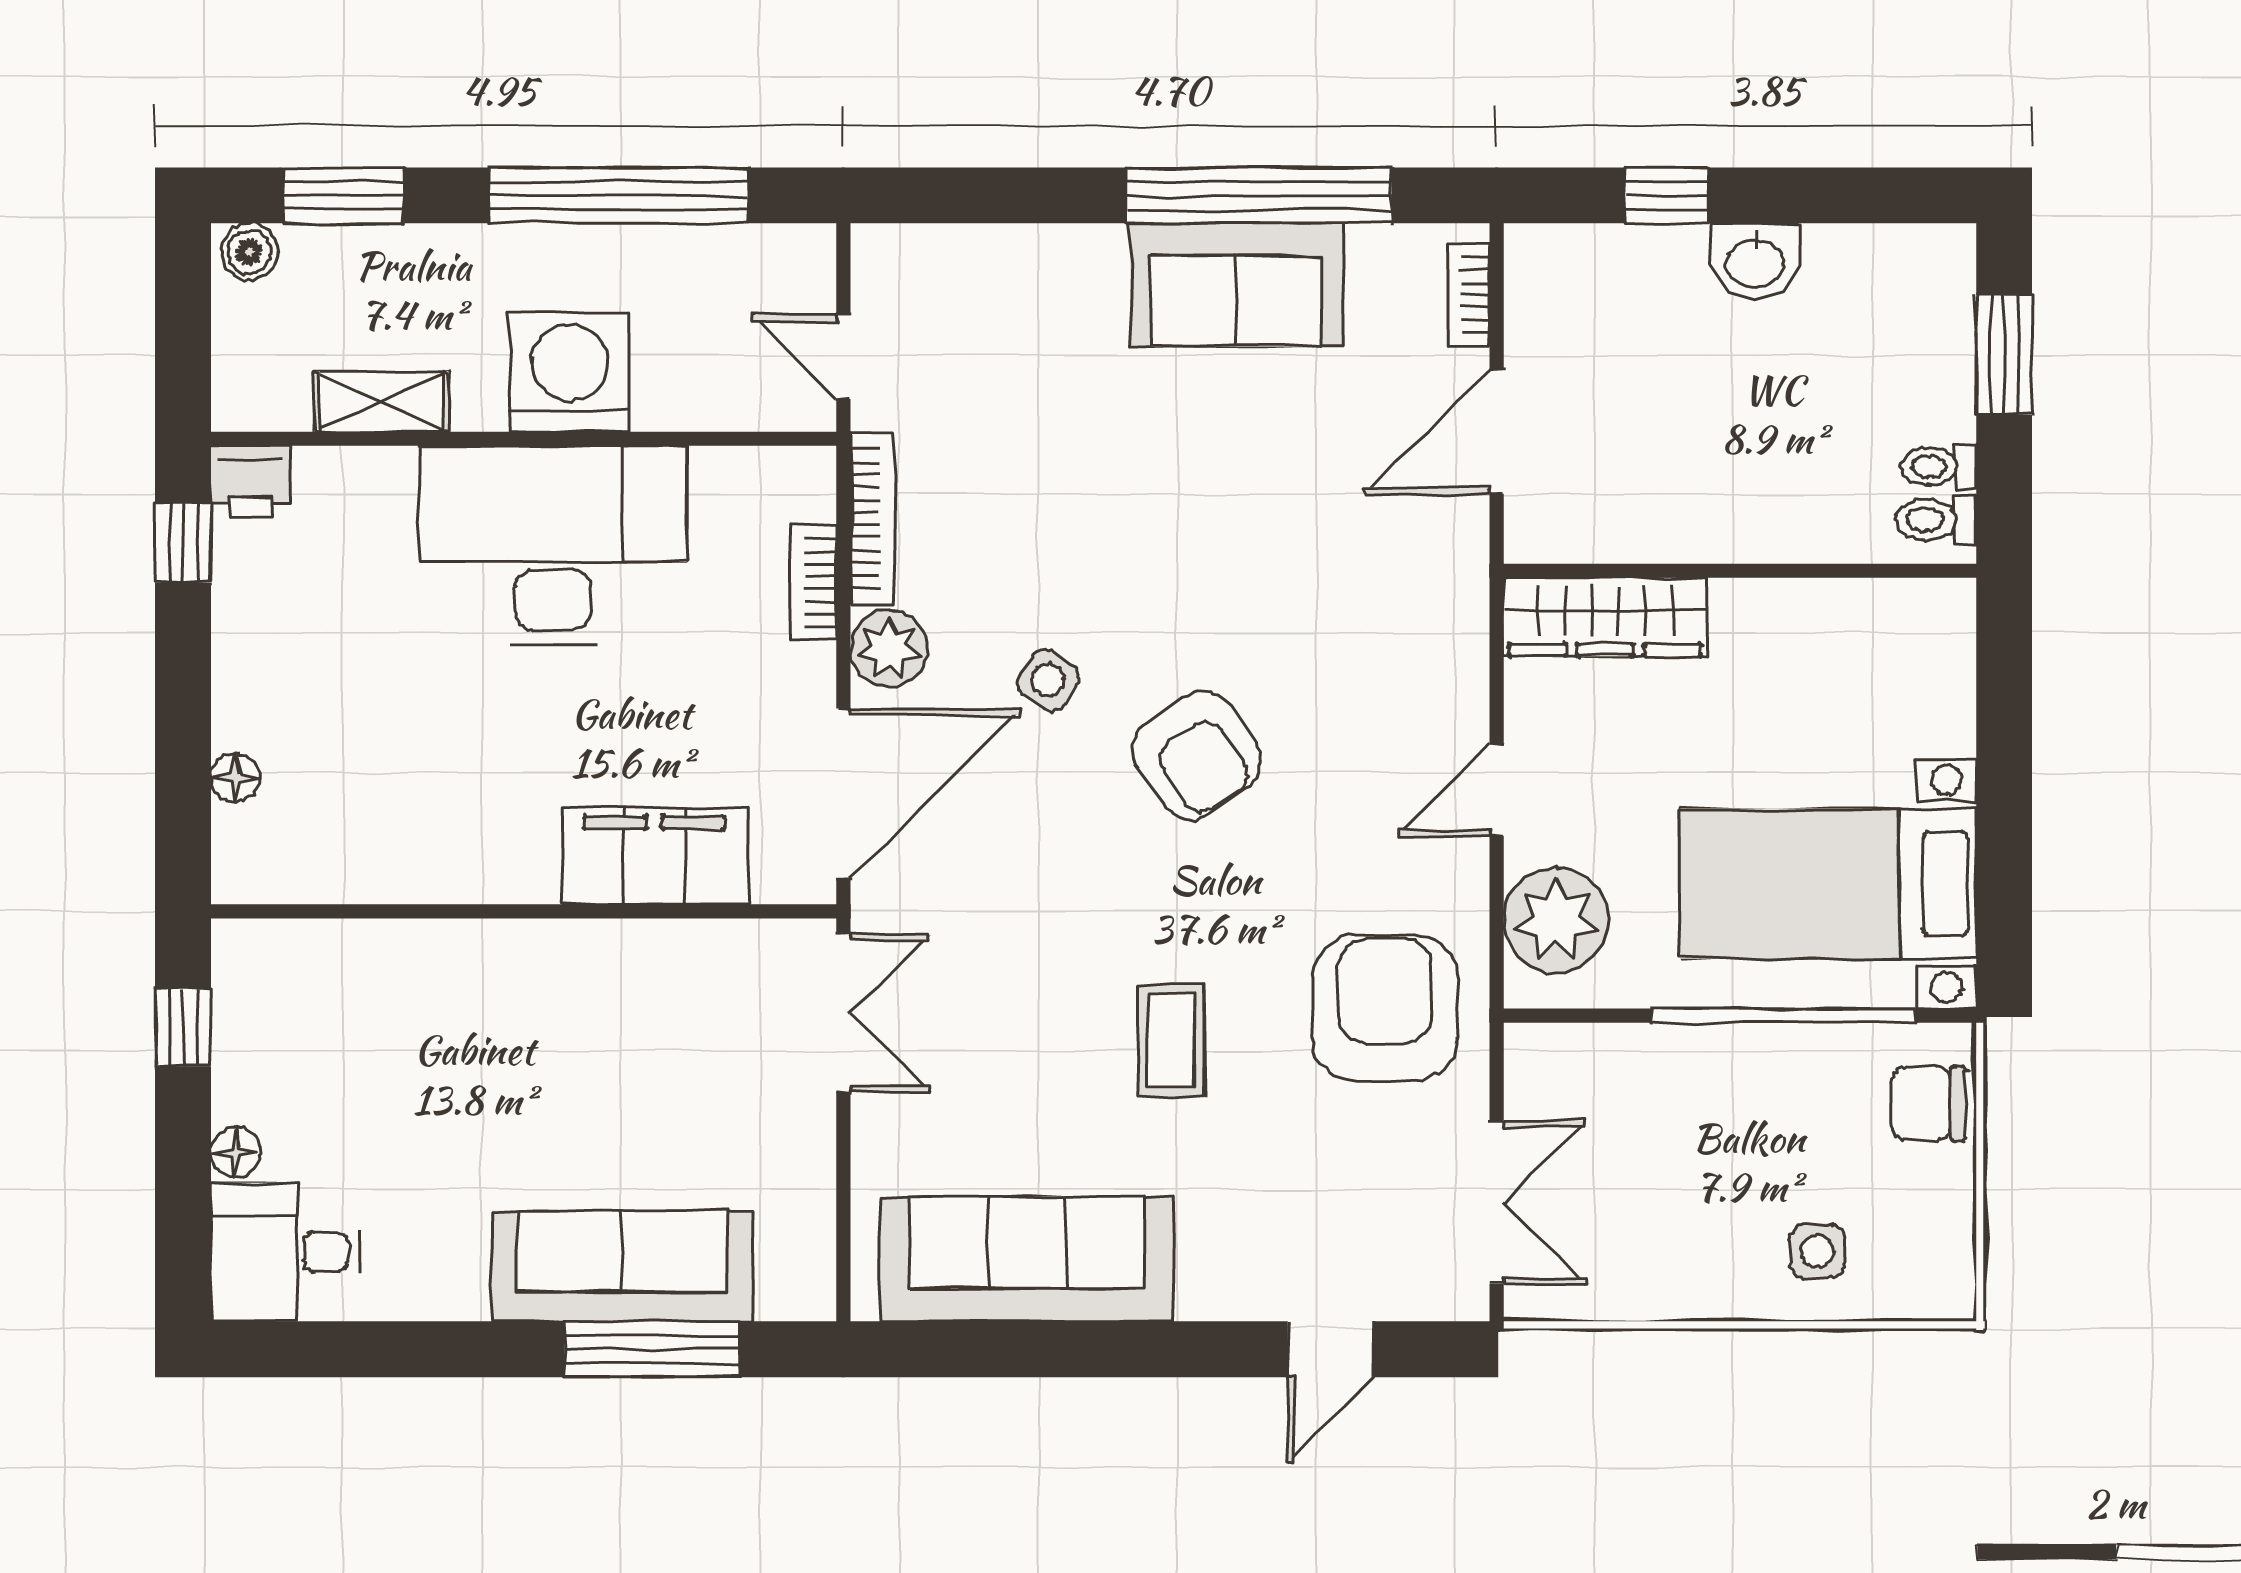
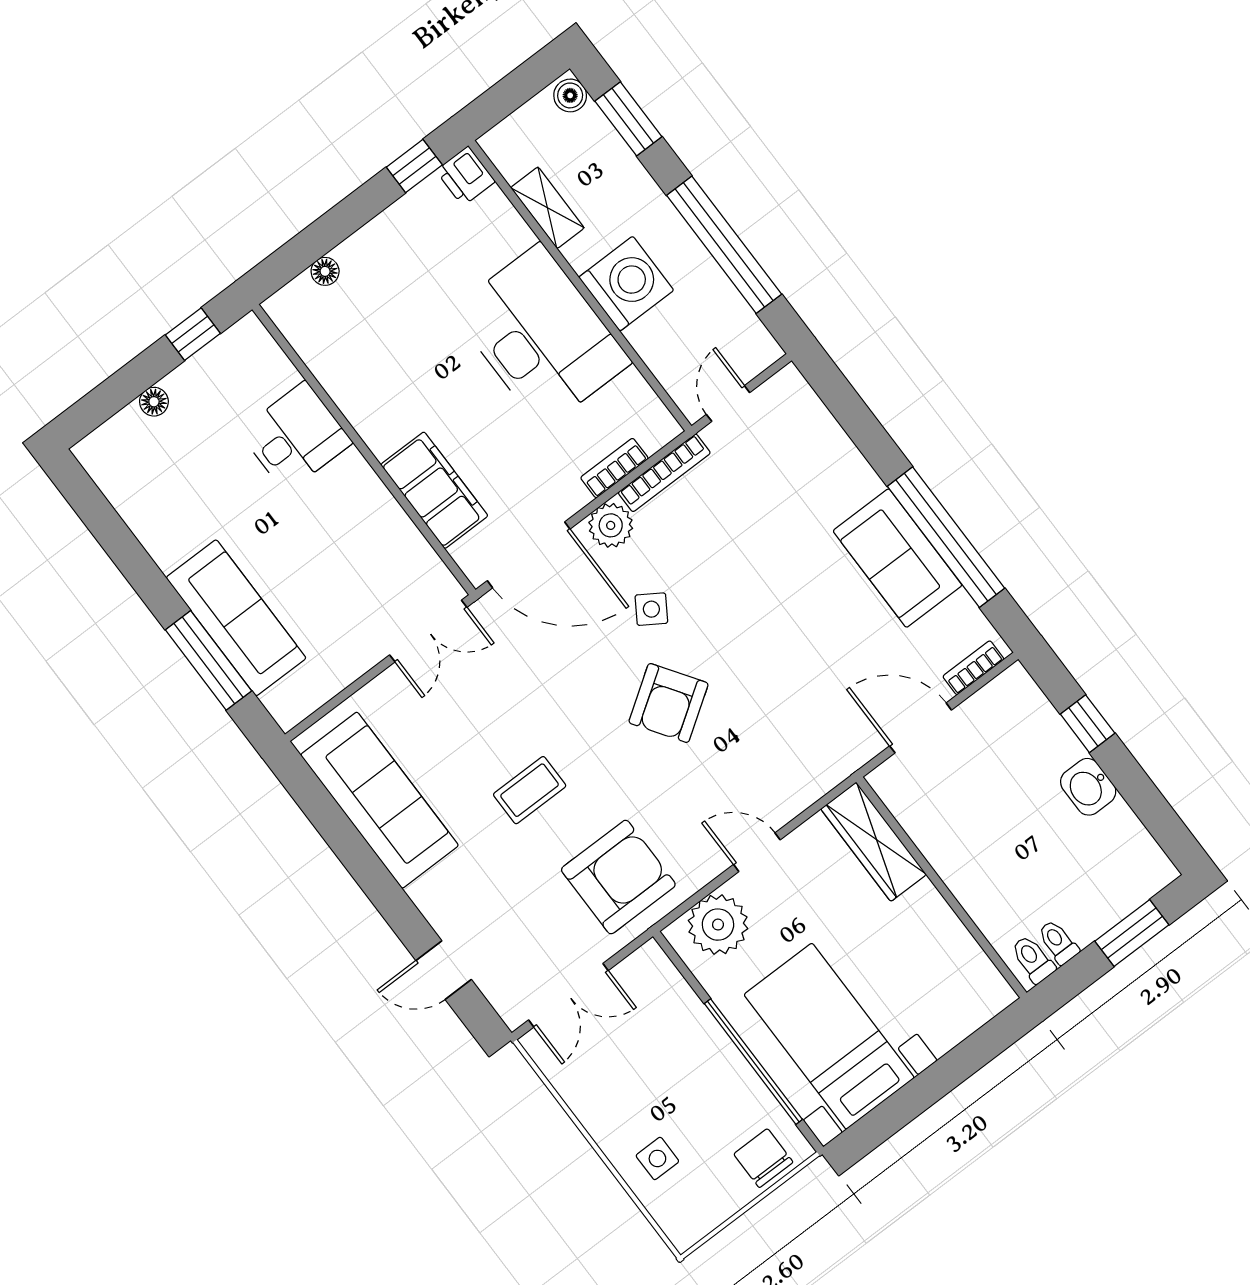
desk: (286, 1252) -> (295, 437), moved, turned 90

